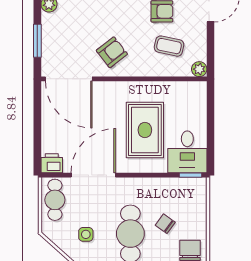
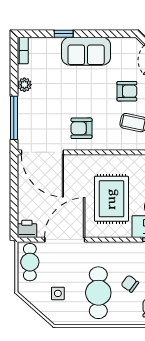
window: (37, 41) -> (14, 118), width x1.44
armchair: (112, 52) -> (81, 128), turned -142

